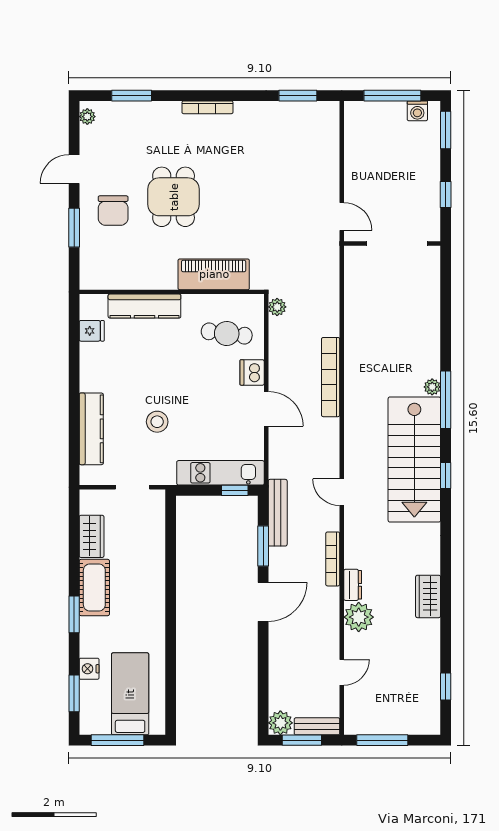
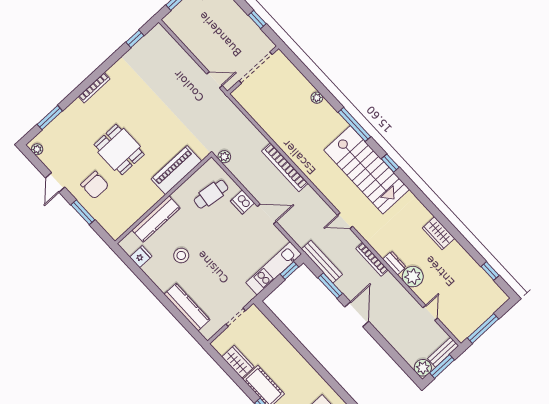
window: (298, 96) -> (135, 39), width x0.67
plant: (432, 387) -> (317, 98), moved
stool: (157, 422) -> (181, 255), moved

